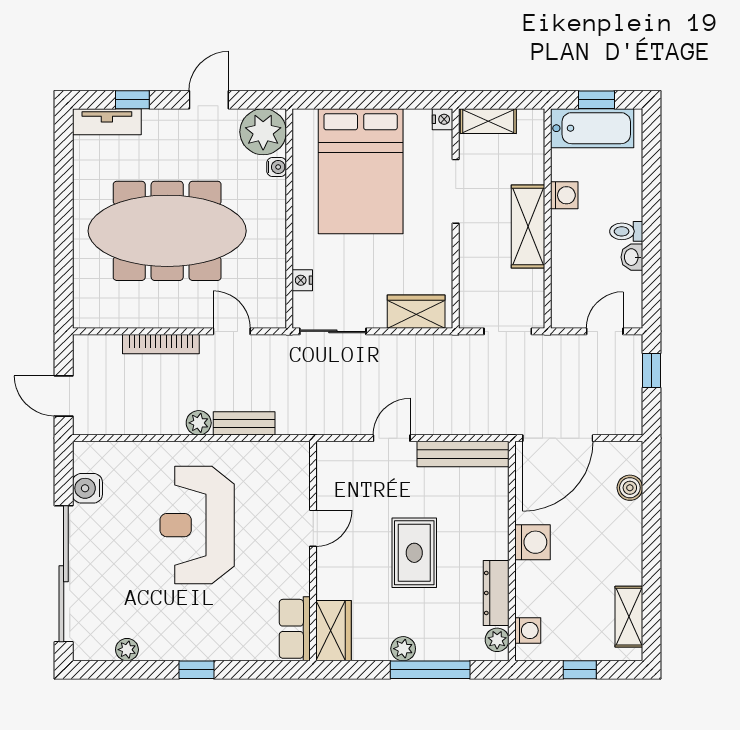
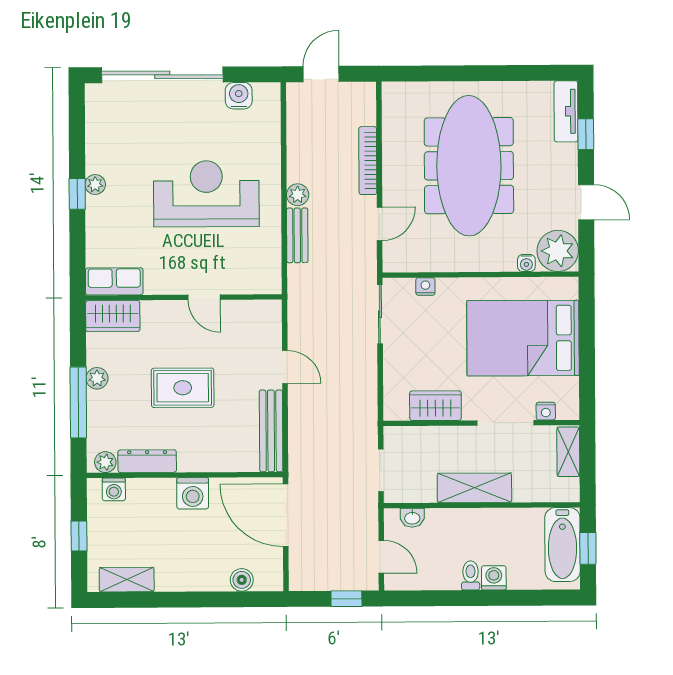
nightstand: (443, 119) -> (546, 411), moved
washing machine: (564, 195) -> (494, 578), moved, turned 180
washbasin: (632, 257) -> (412, 518), moved, turned 180
wardrobe: (416, 312) -> (435, 406), moved, turned -90
plant: (127, 650) -> (95, 184), moved

